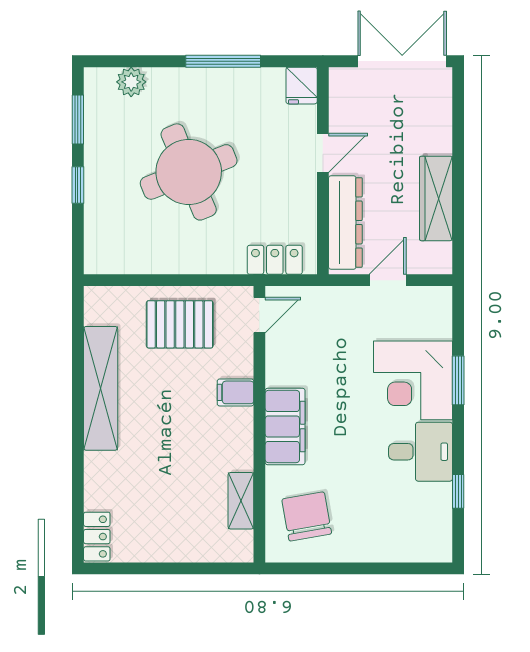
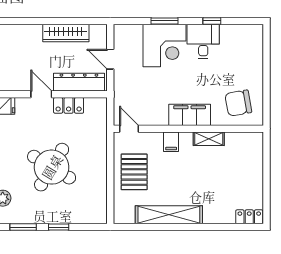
round table: (189, 172) -> (52, 167), turned -37
locker: (275, 260) -> (69, 105), moved, turned -90
window: (458, 491) -> (212, 21), moved
shelving: (241, 501) -> (209, 139), moved

